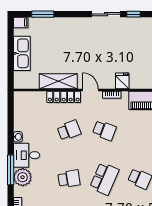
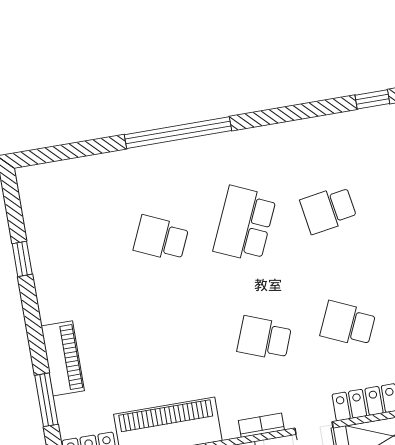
school desk: (69, 130) -> (348, 324), turned 45

